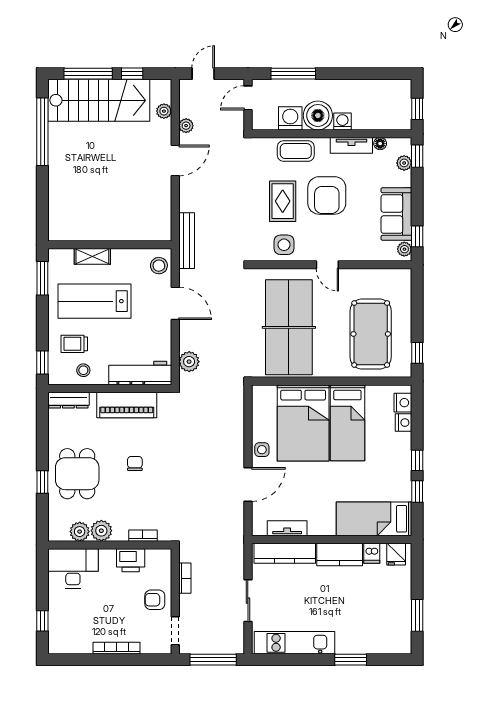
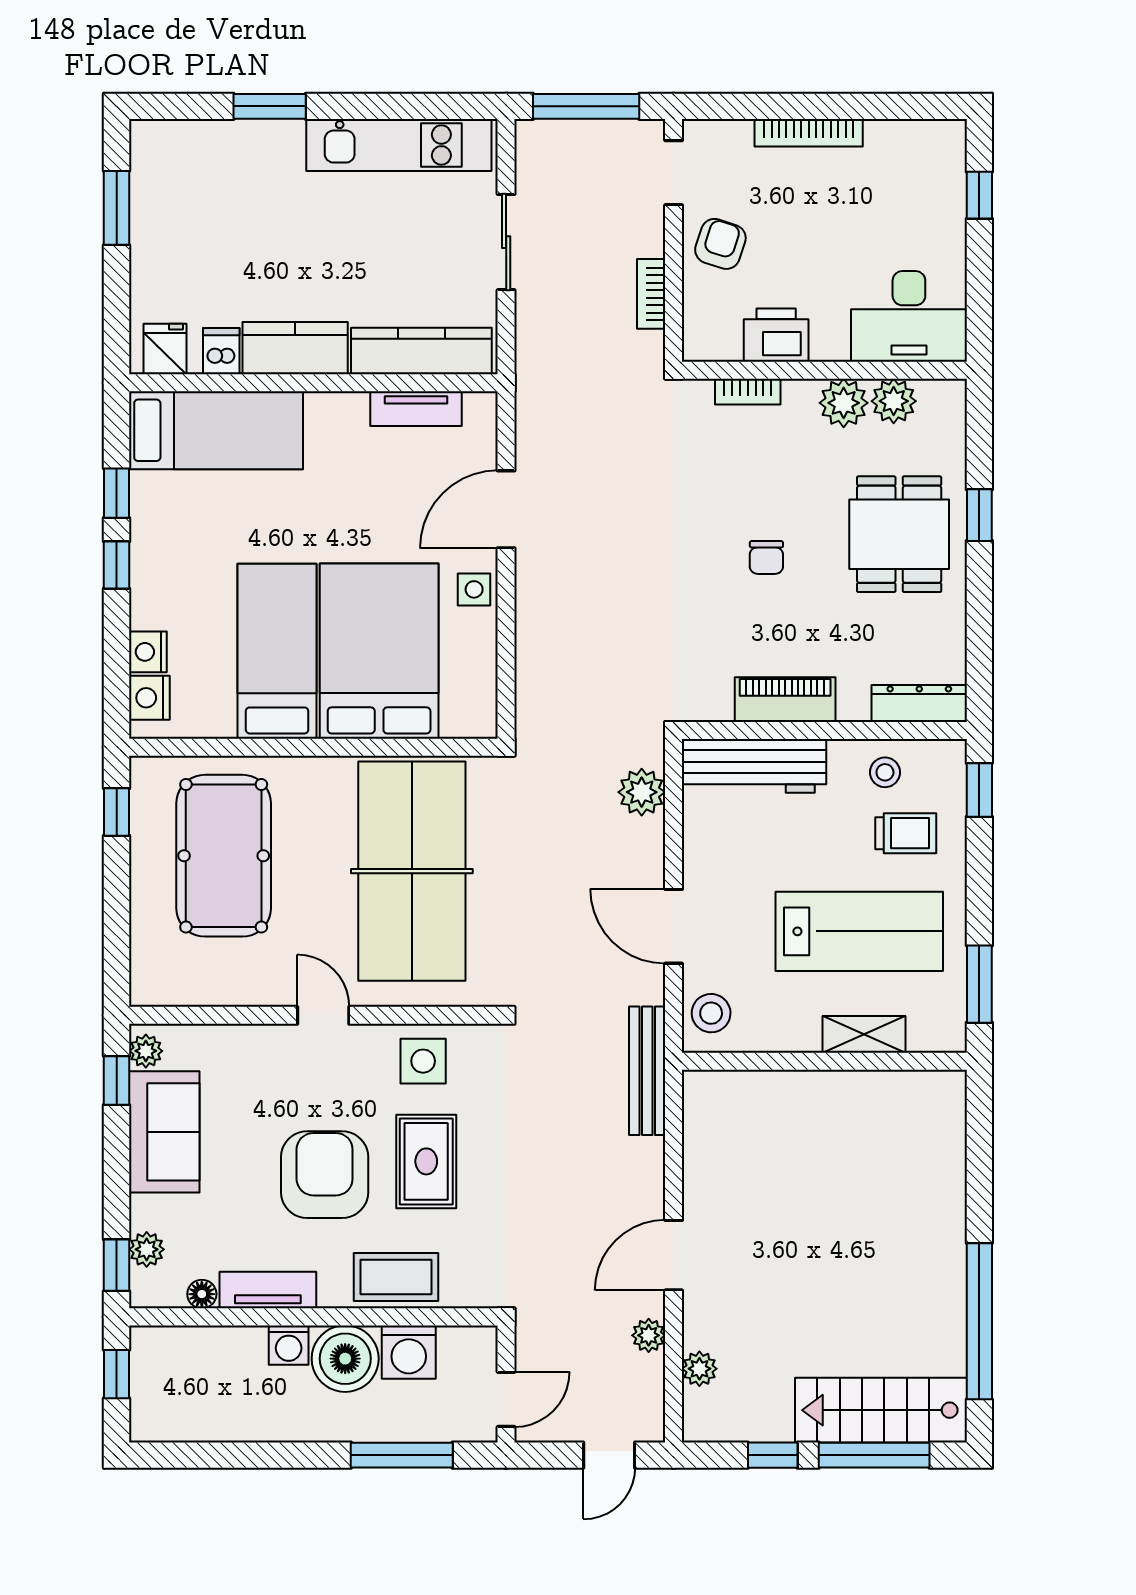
stairs: (99, 100) -> (881, 1410), width x0.73, depth x0.66
piano: (127, 405) -> (785, 700), width x0.73, depth x0.75
armchair: (155, 600) -> (720, 244), turned -72

